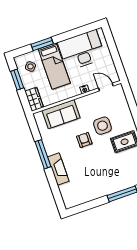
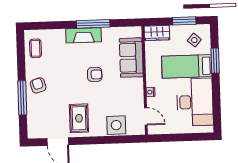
door: (106, 87) -> (146, 116), hinge flipped
side table: (102, 126) -> (116, 125), moved
fireplace: (58, 169) -> (84, 35), moved
armchair: (108, 184) -> (38, 85), added
coffee table: (78, 196) -> (36, 48), added

